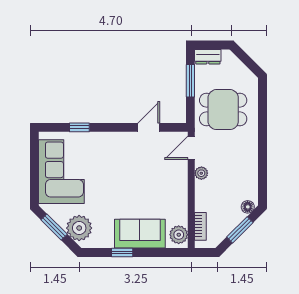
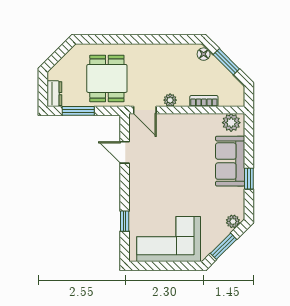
bookcase: (200, 226) -> (204, 101), moved
plant: (79, 228) -> (233, 221), width x0.53, depth x0.53

